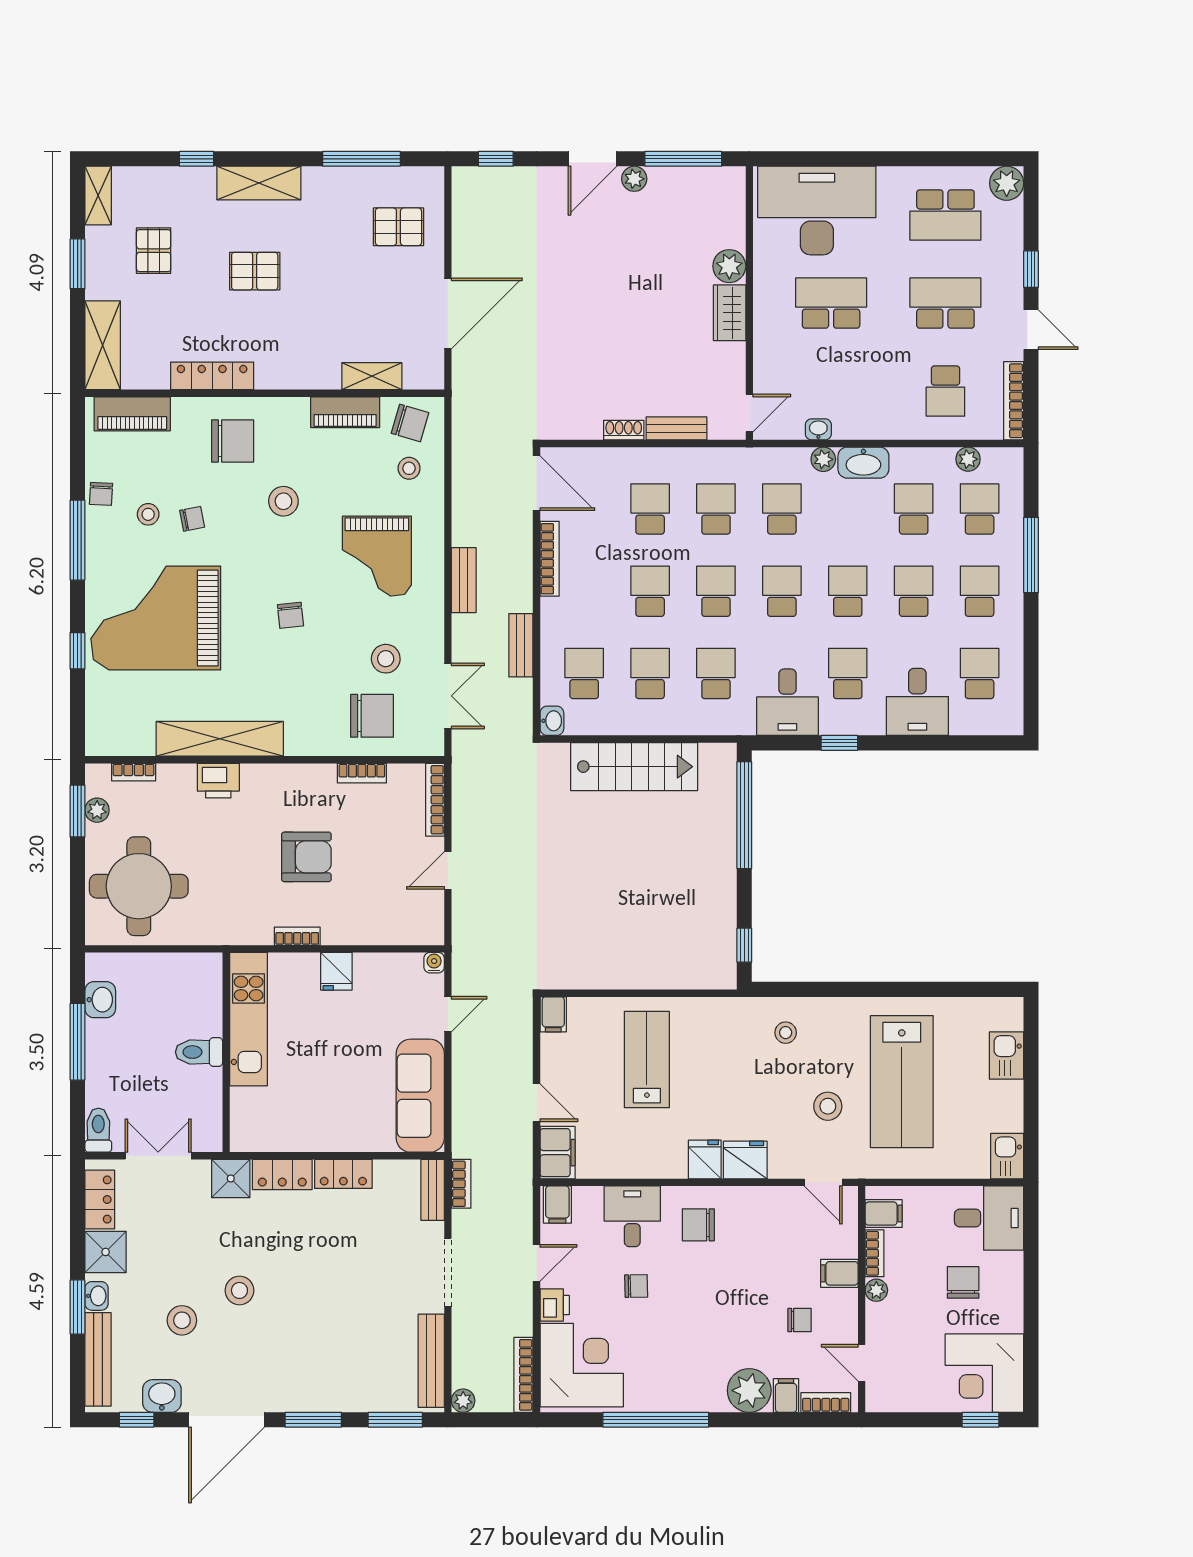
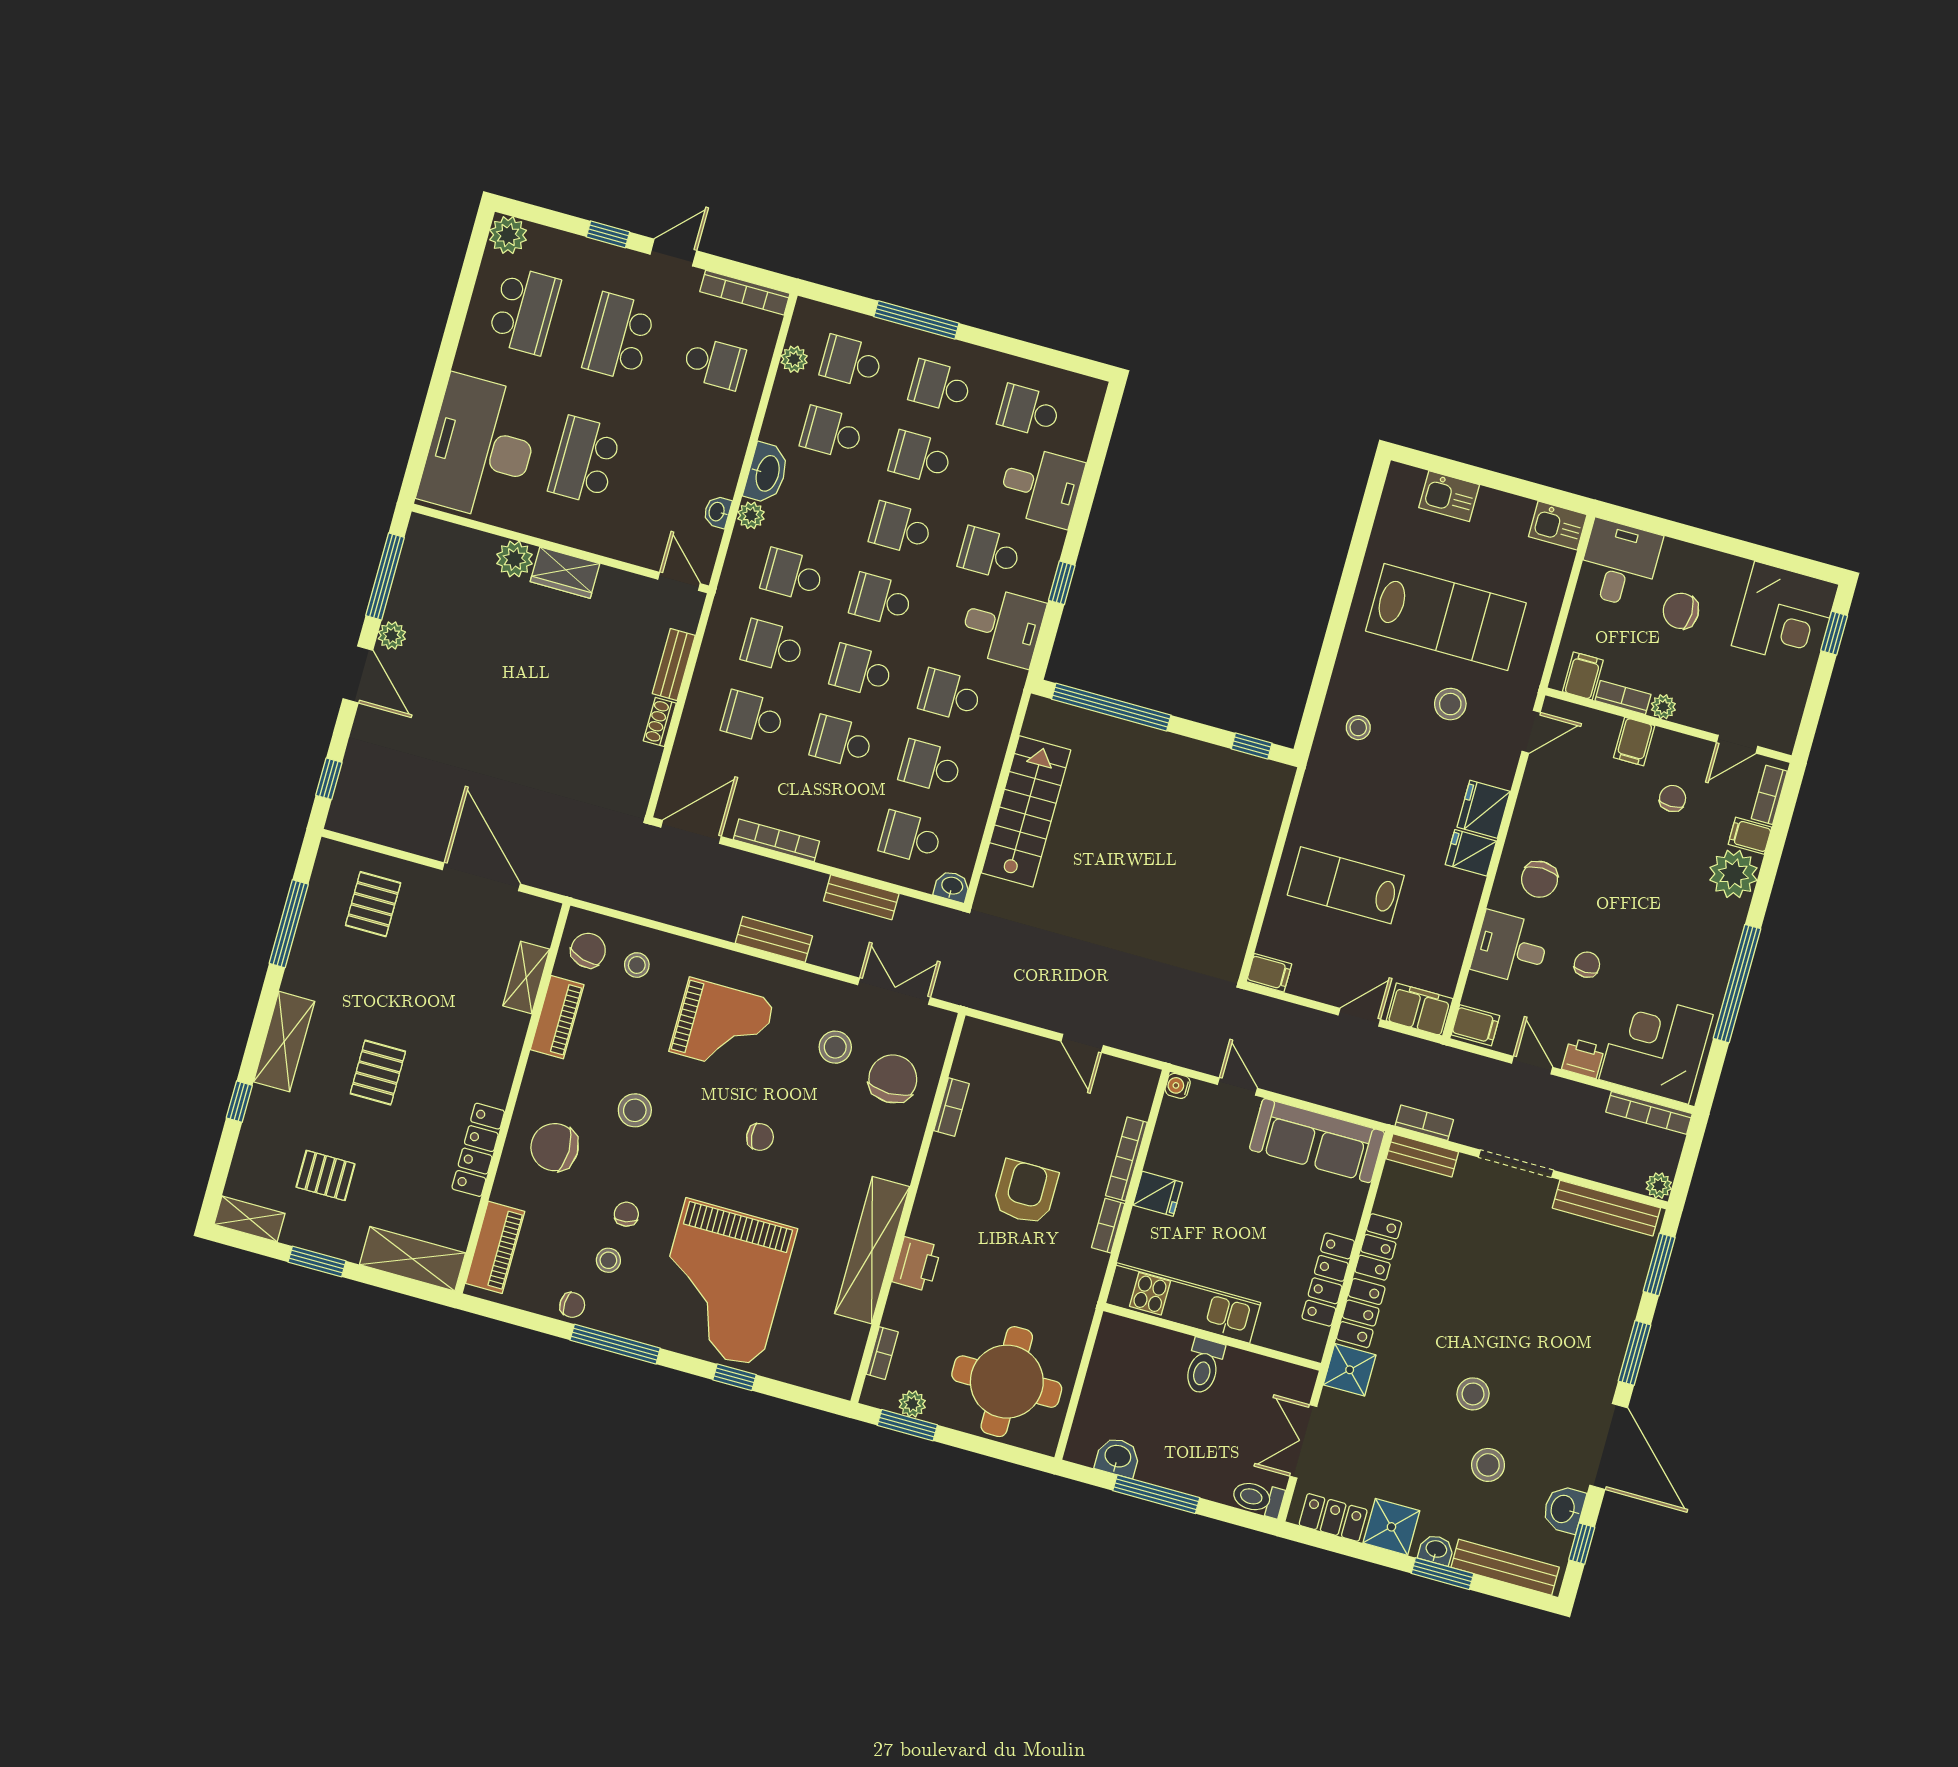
chair: (233, 441) -> (555, 1147), turned -90
bookcase: (435, 800) -> (1126, 1159), moved, turned 90
locker: (303, 1138) -> (1328, 1280), added

